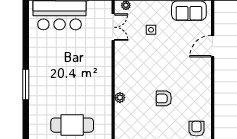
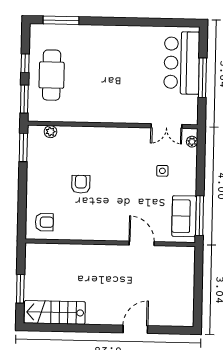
window: (26, 85) -> (61, 20), moved
plant: (120, 98) -> (50, 132), moved

